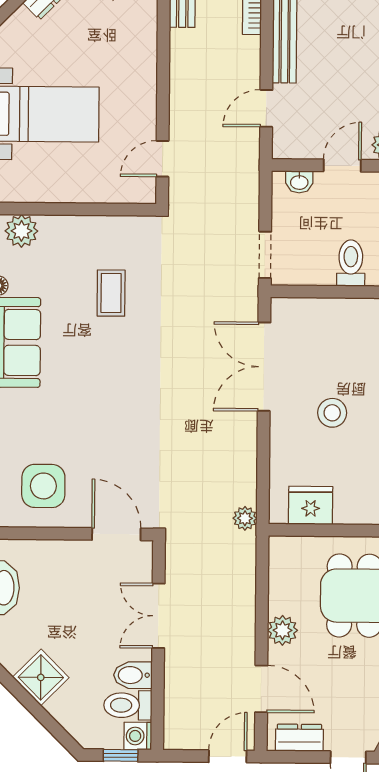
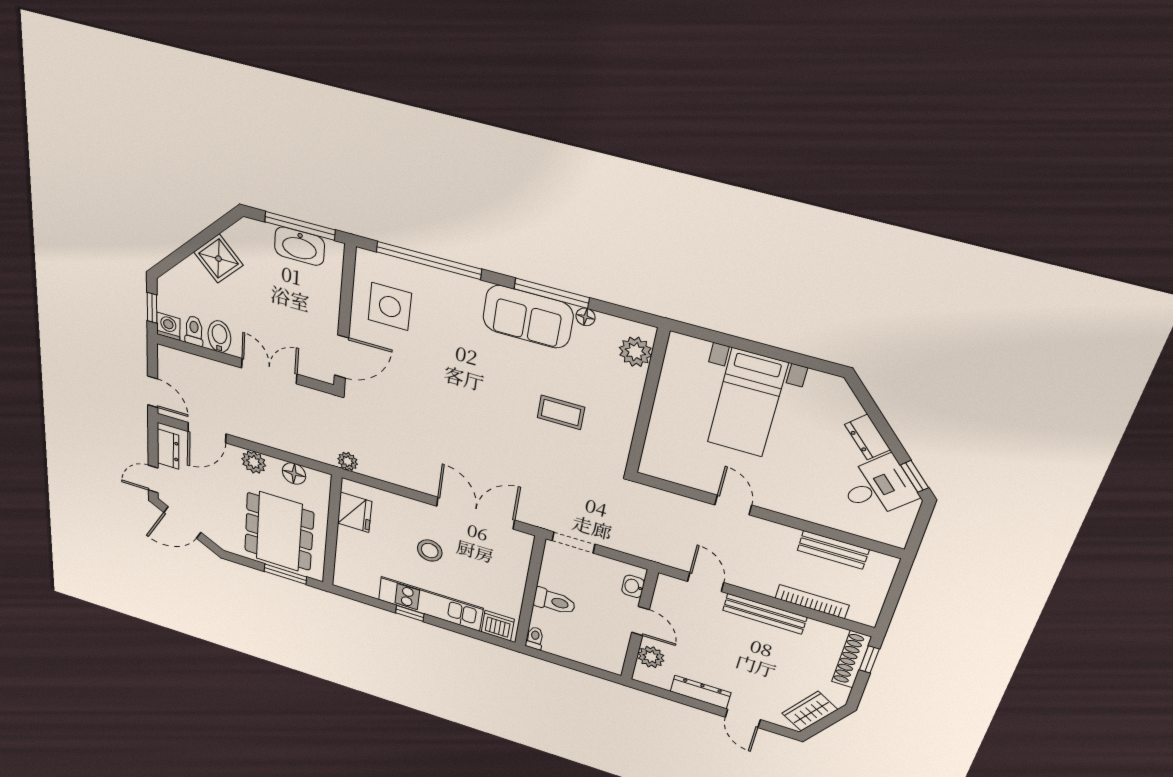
door: (162, 159) -> (733, 505), moved
floor lamp: (282, 581) -> (294, 474), added
toilet: (128, 705) -> (194, 331), width x0.73, depth x0.72

